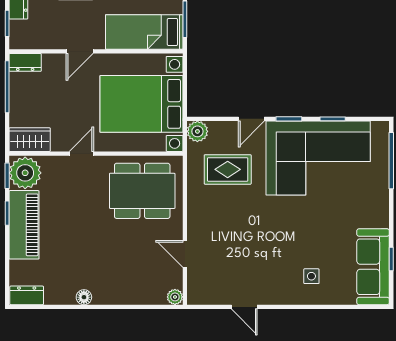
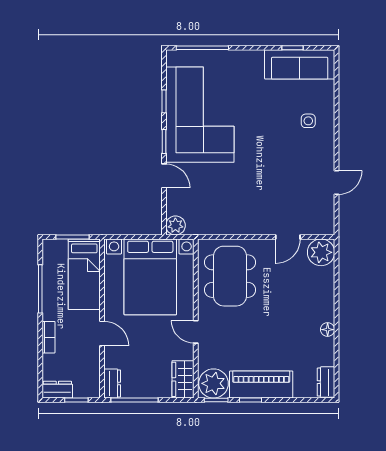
rug: (228, 169) -> (210, 198), removed
plant: (175, 297) -> (321, 252), width x1.87, depth x1.87

